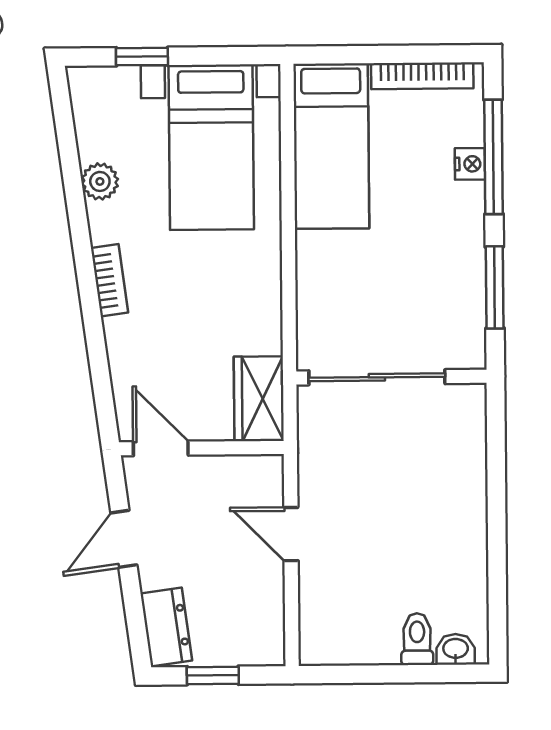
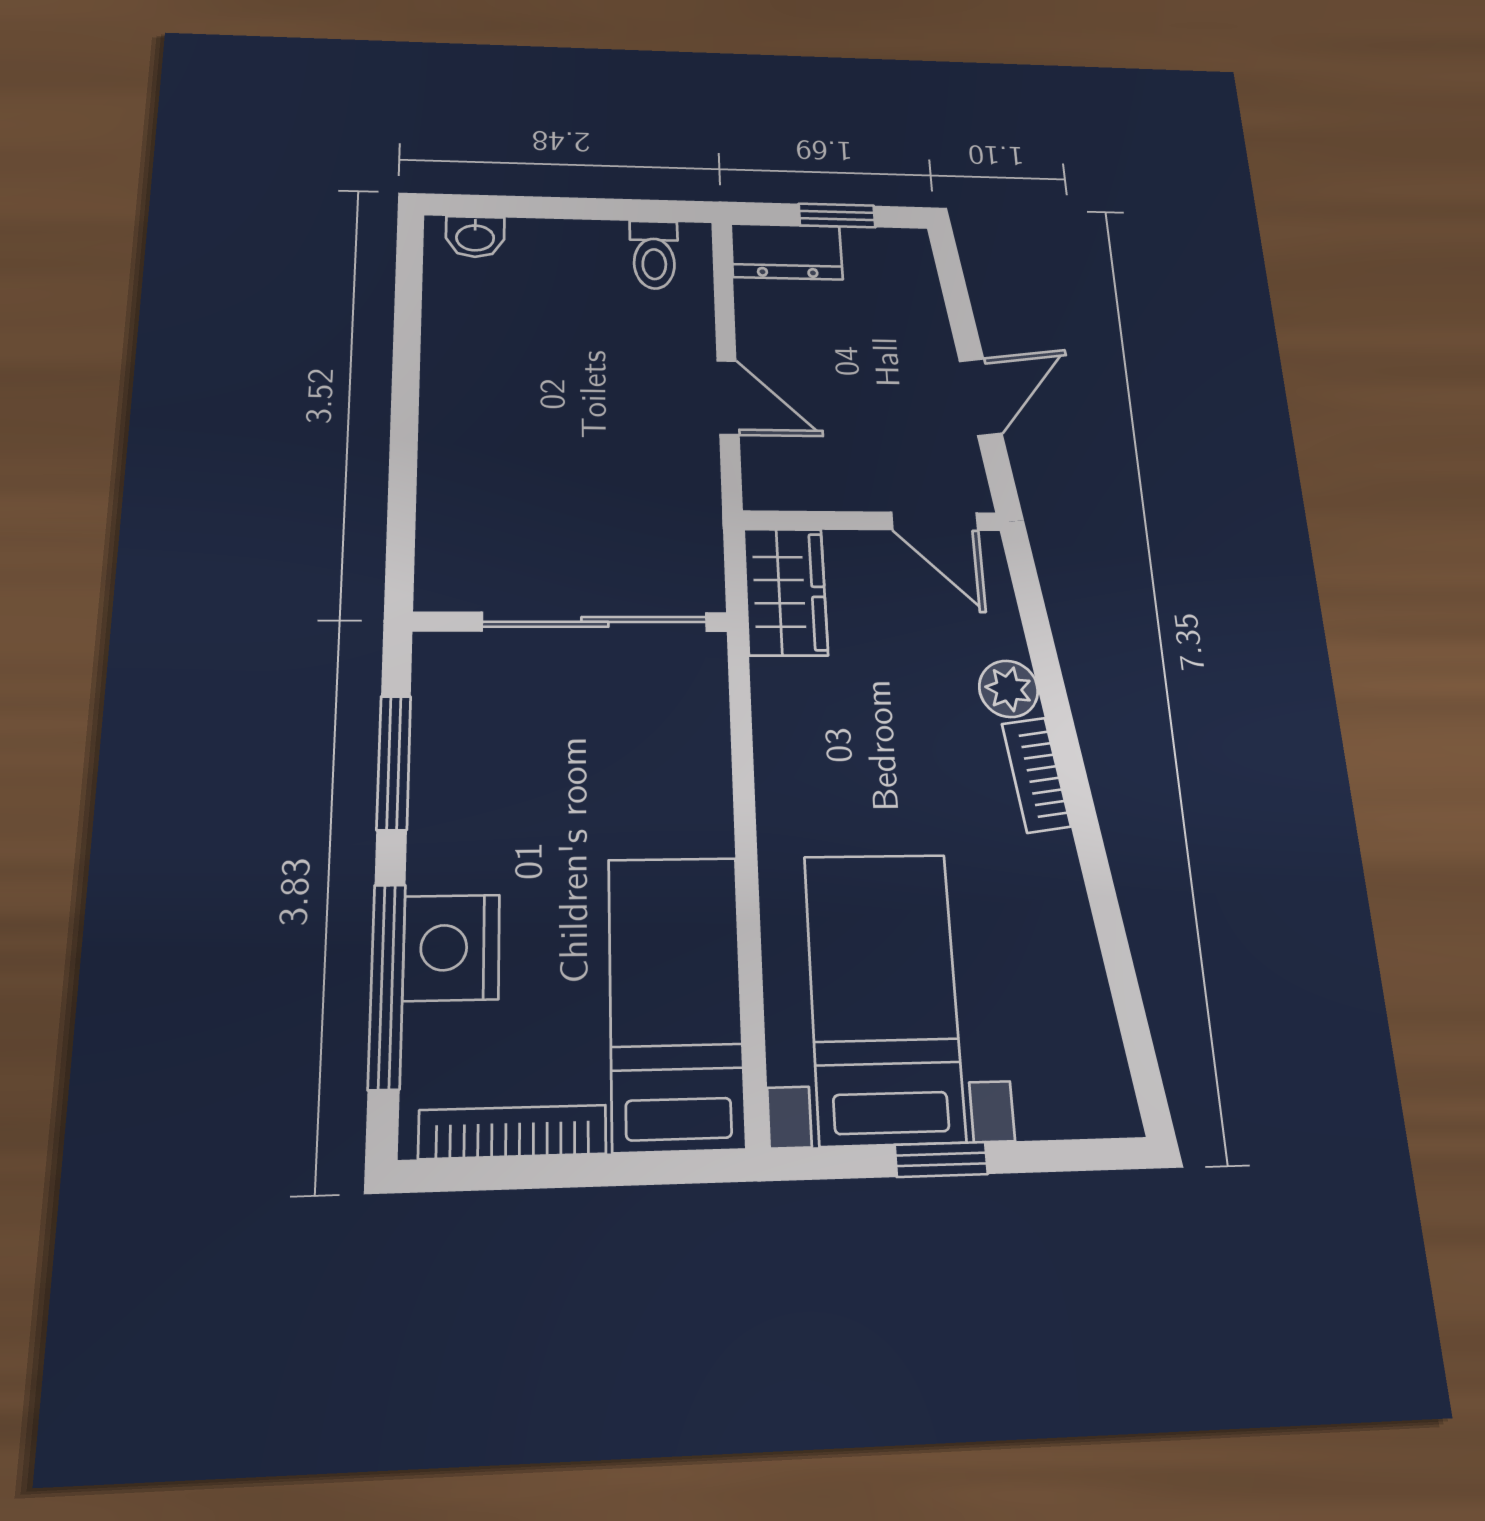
window: (142, 57) -> (941, 1159), moved
nightstand: (470, 164) -> (451, 948), width x1.89, depth x1.79
plant: (100, 181) -> (1009, 689), moved
dresser: (166, 627) -> (787, 252), moved, turned -82
toilet: (417, 639) -> (654, 255), moved

